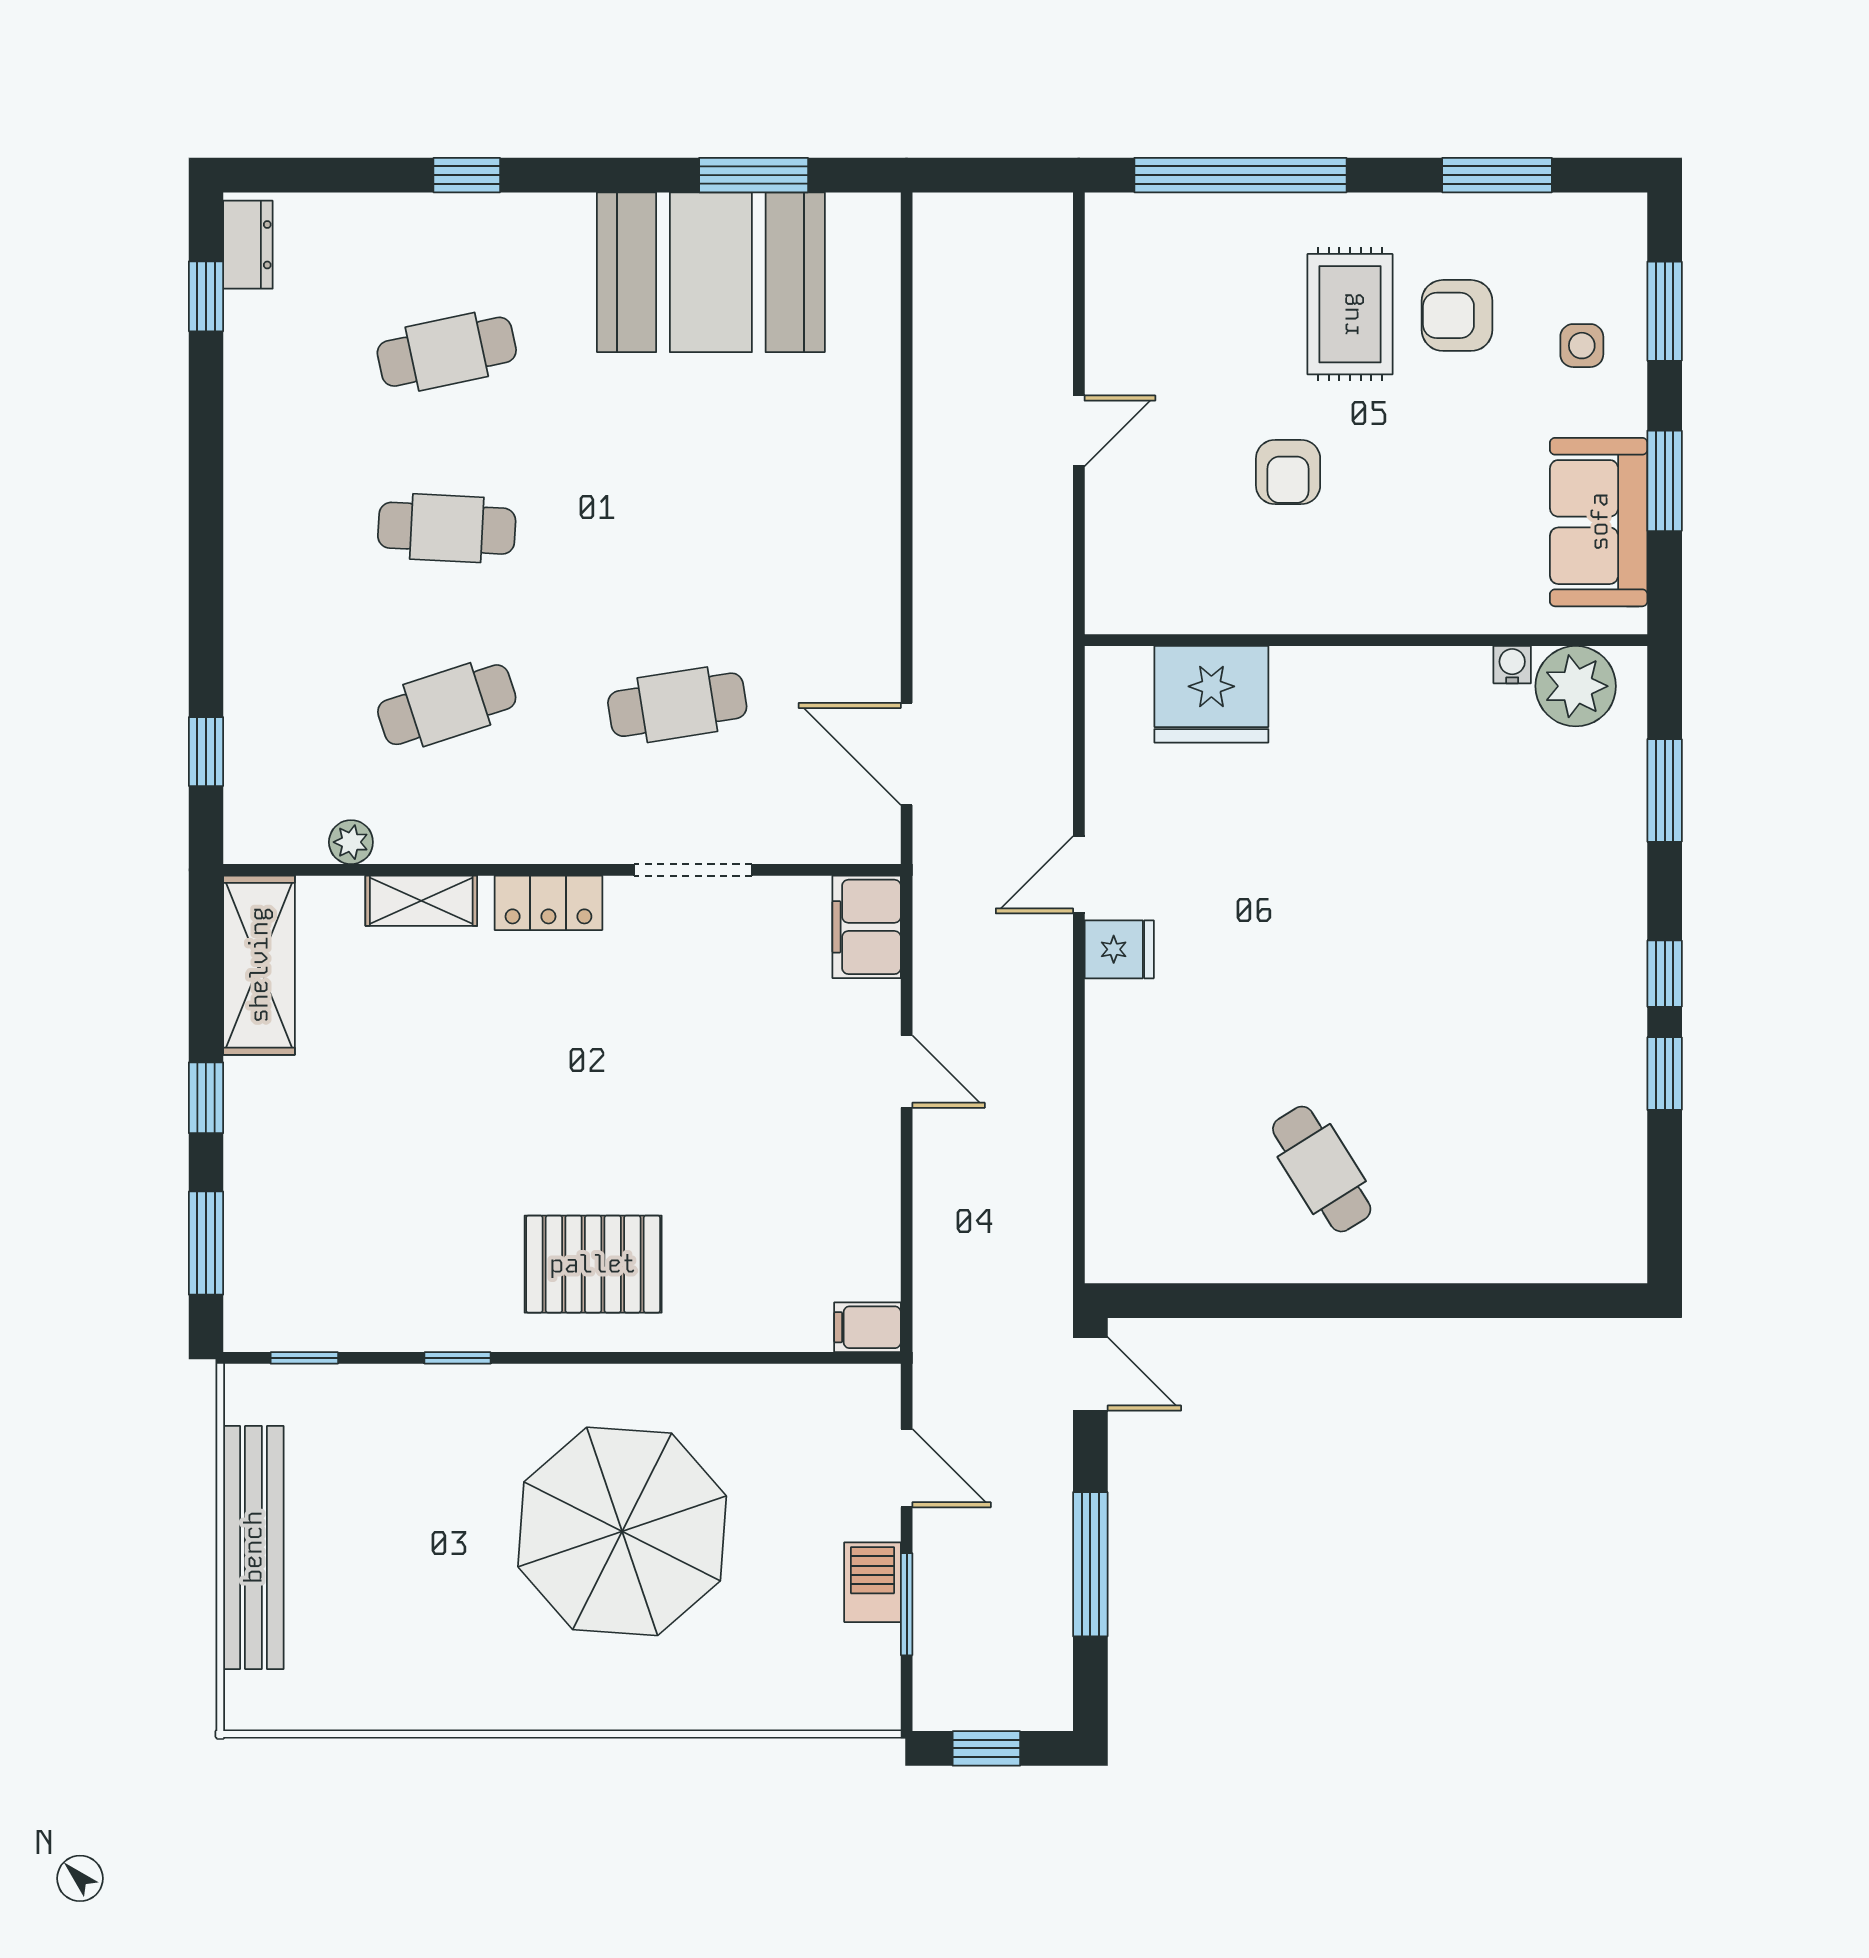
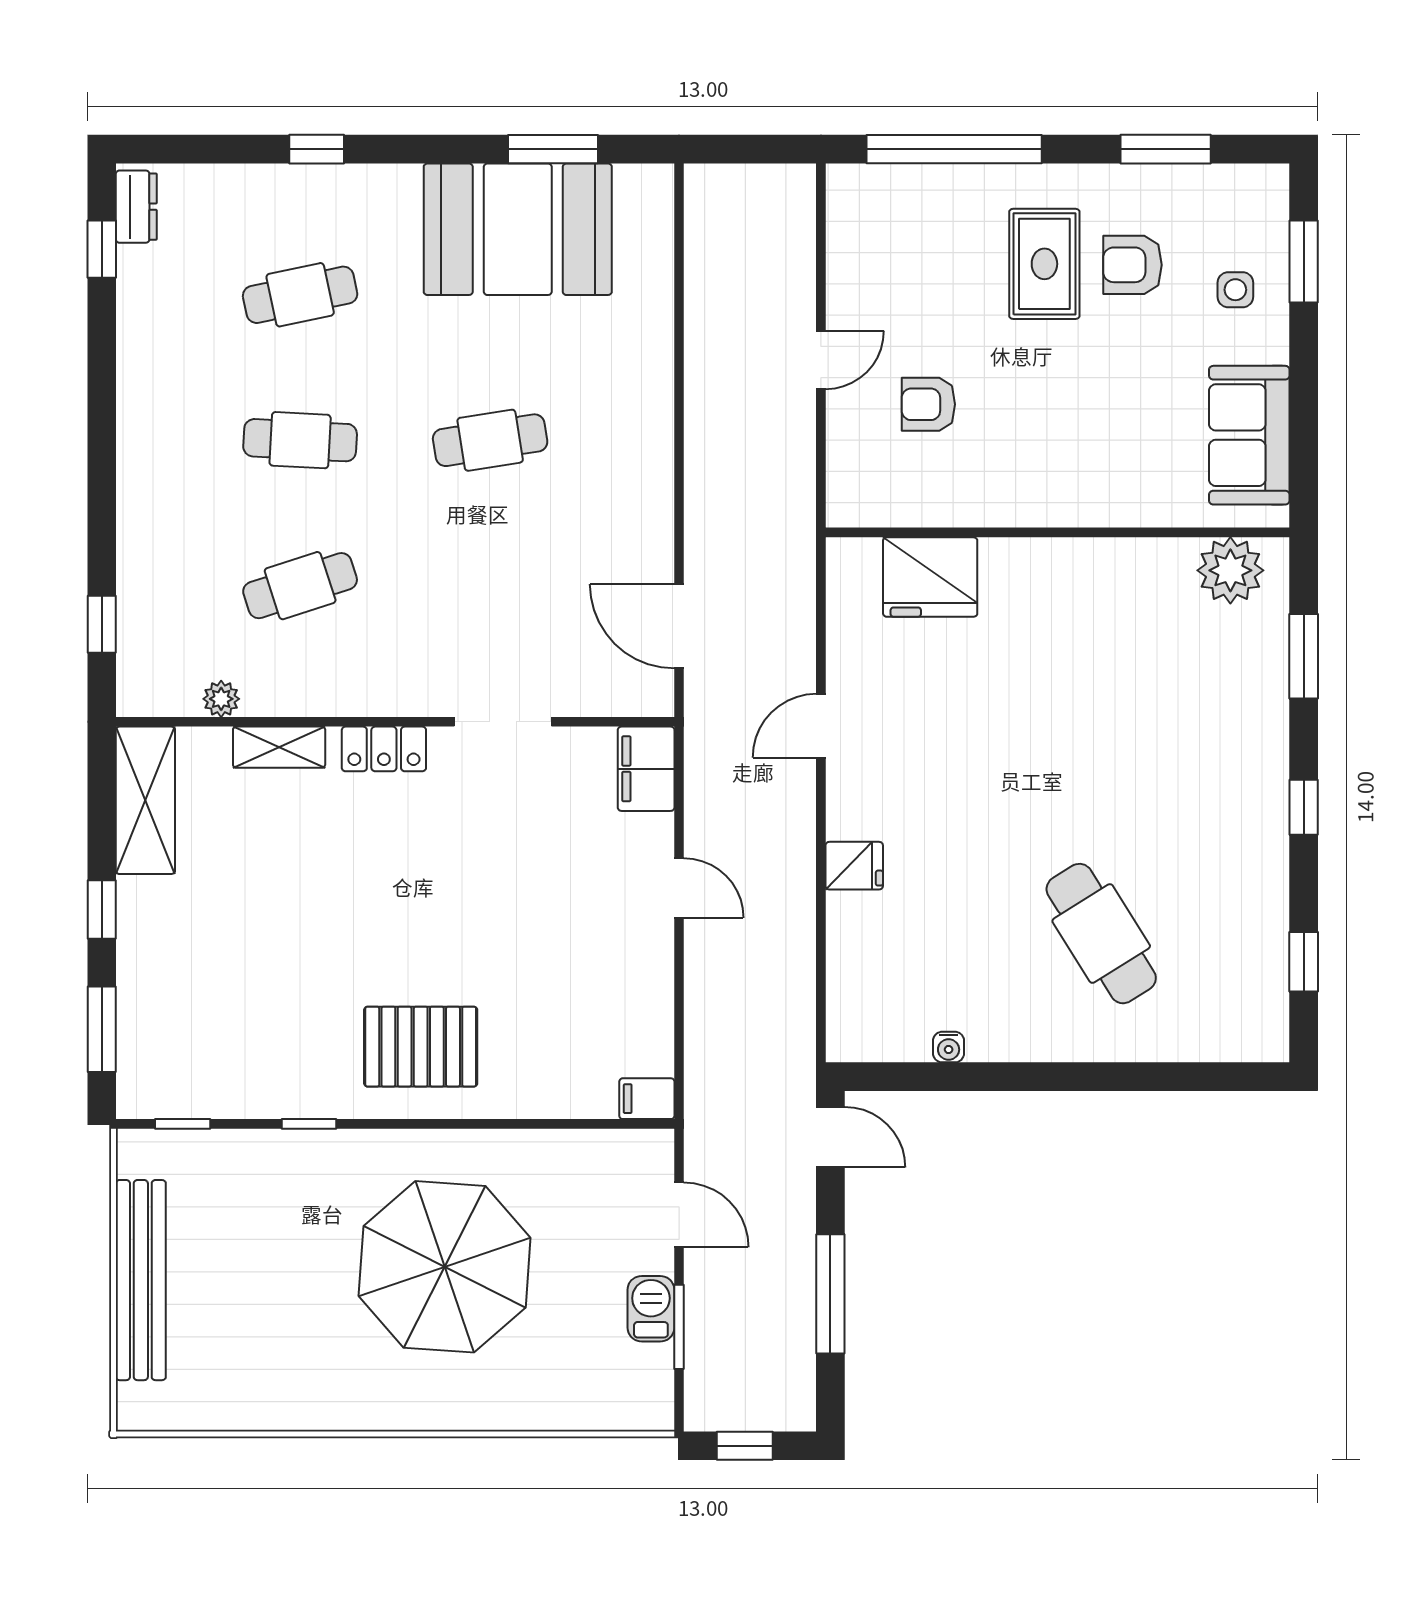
armchair: (1288, 472) -> (928, 404), moved, turned 90
window: (1665, 481) -> (1304, 401), removed
water cooler: (1512, 665) -> (949, 1047), moved, turned 180
cafe table: (677, 705) -> (490, 440), moved
fridge: (1119, 949) -> (854, 866), moved
window: (1665, 1074) -> (1304, 962), moved
cafe table: (1322, 1169) -> (1101, 934), moved, width x1.37, depth x1.35

